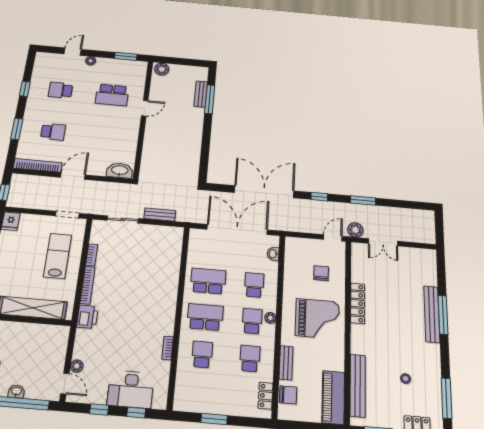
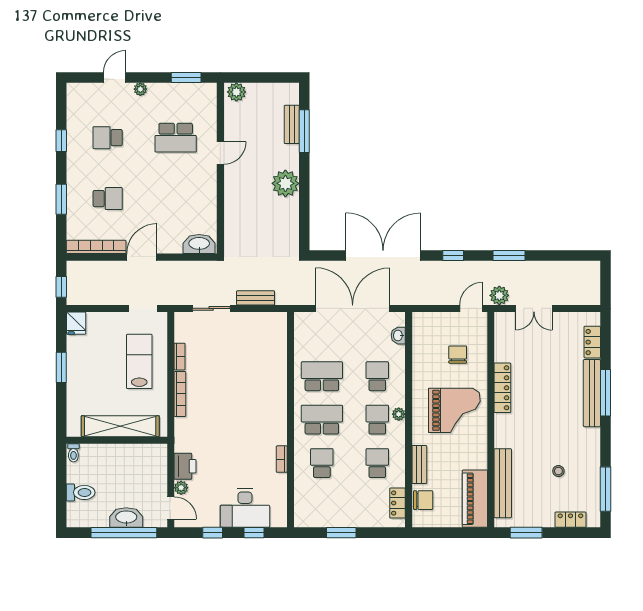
plant: (192, 134) -> (285, 183), added
locker: (431, 273) -> (592, 342), added
printer: (87, 317) -> (185, 466), moved
washbasin: (16, 391) -> (126, 518), width x1.91, depth x1.45

